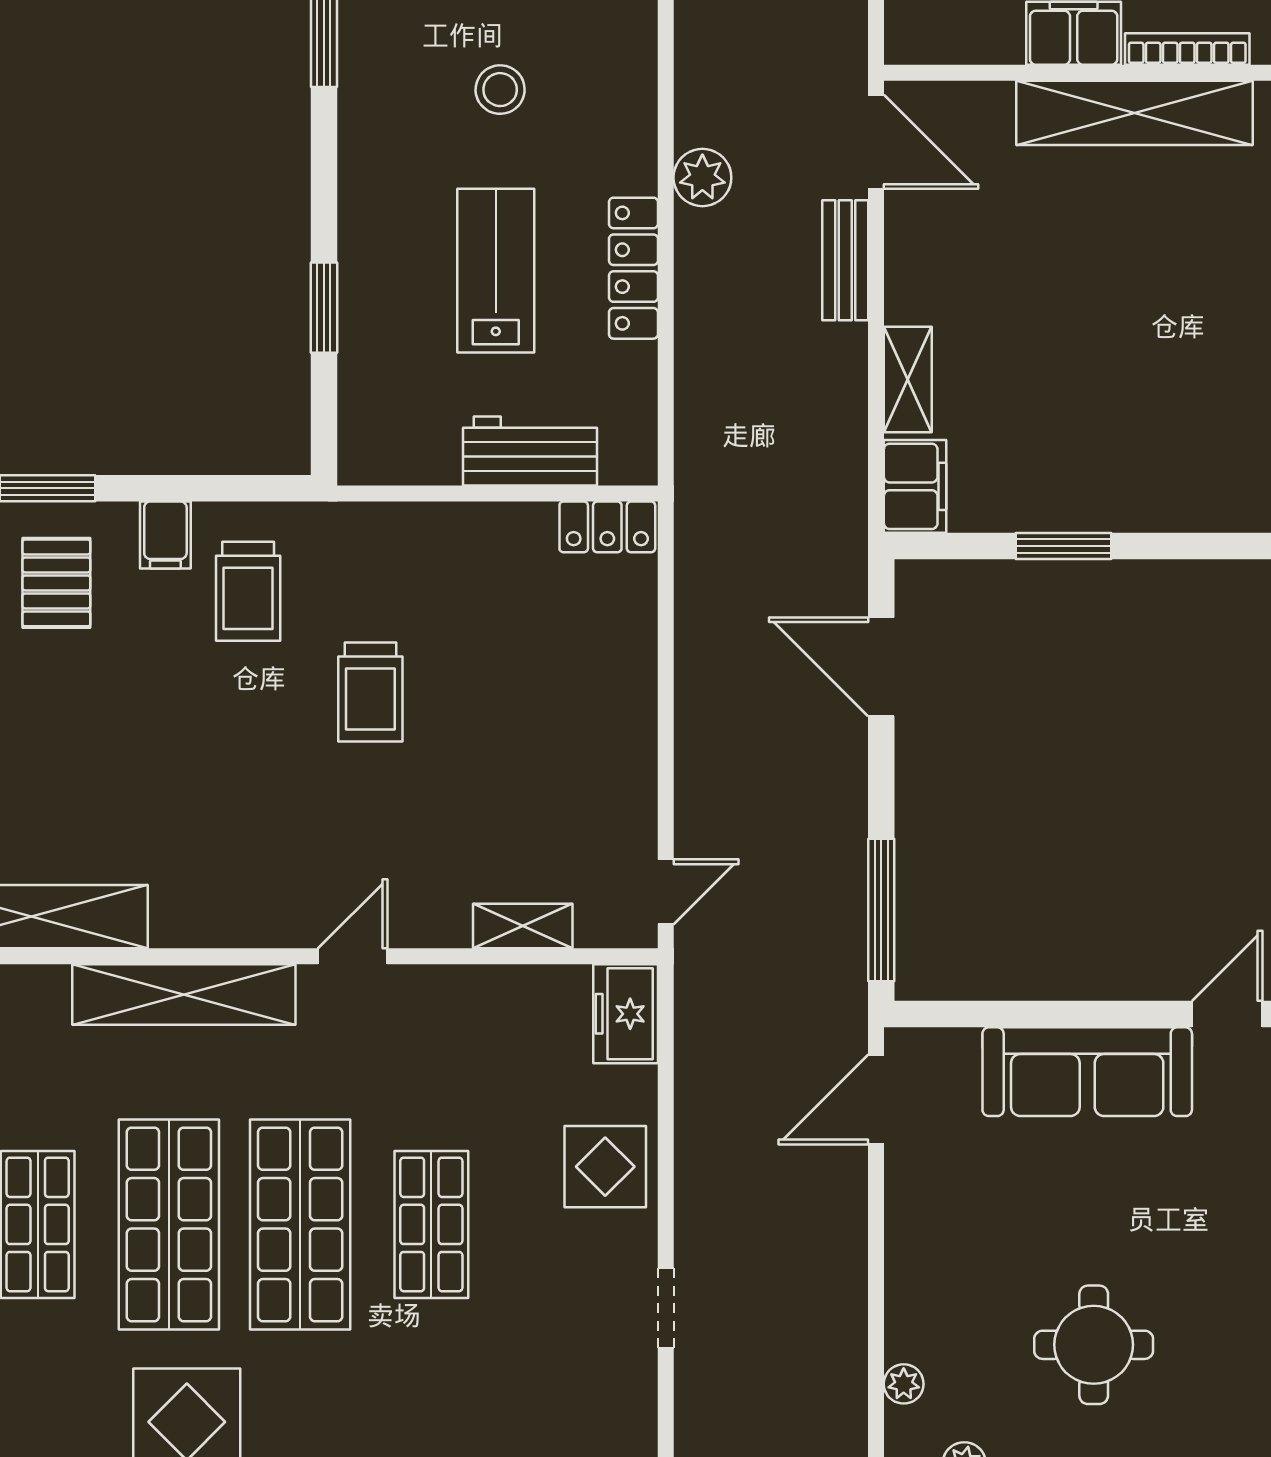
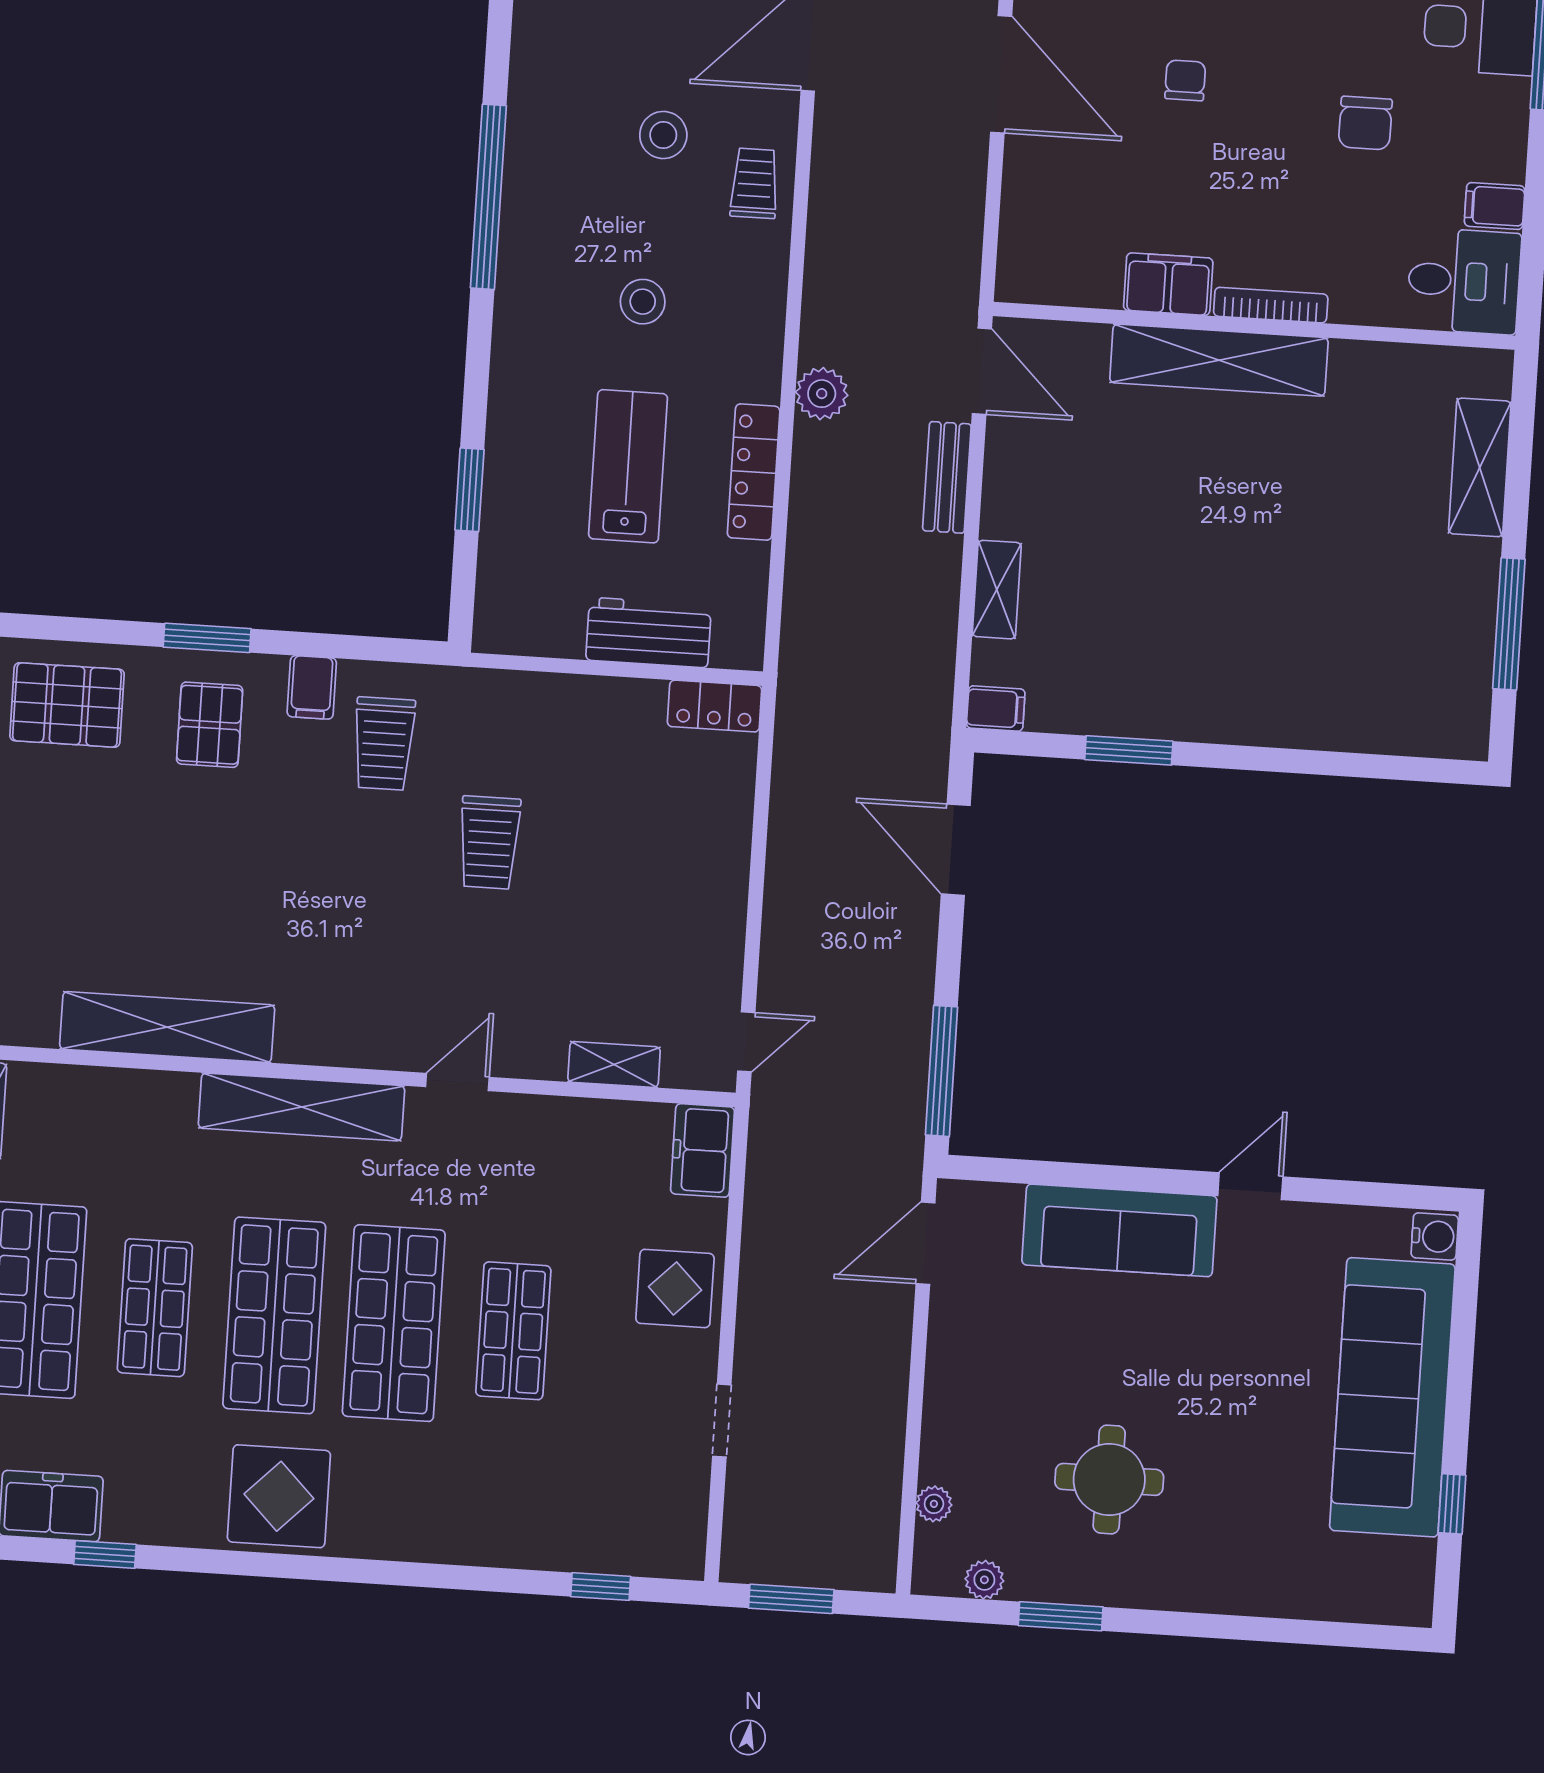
filing cabinet: (915, 486) -> (996, 708), width x0.50

